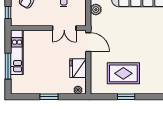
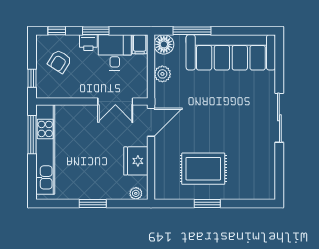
door: (88, 42) -> (151, 122), hinge flipped
kitchen unit: (17, 52) -> (45, 150), width x1.36
window: (8, 66) -> (32, 135), moved

